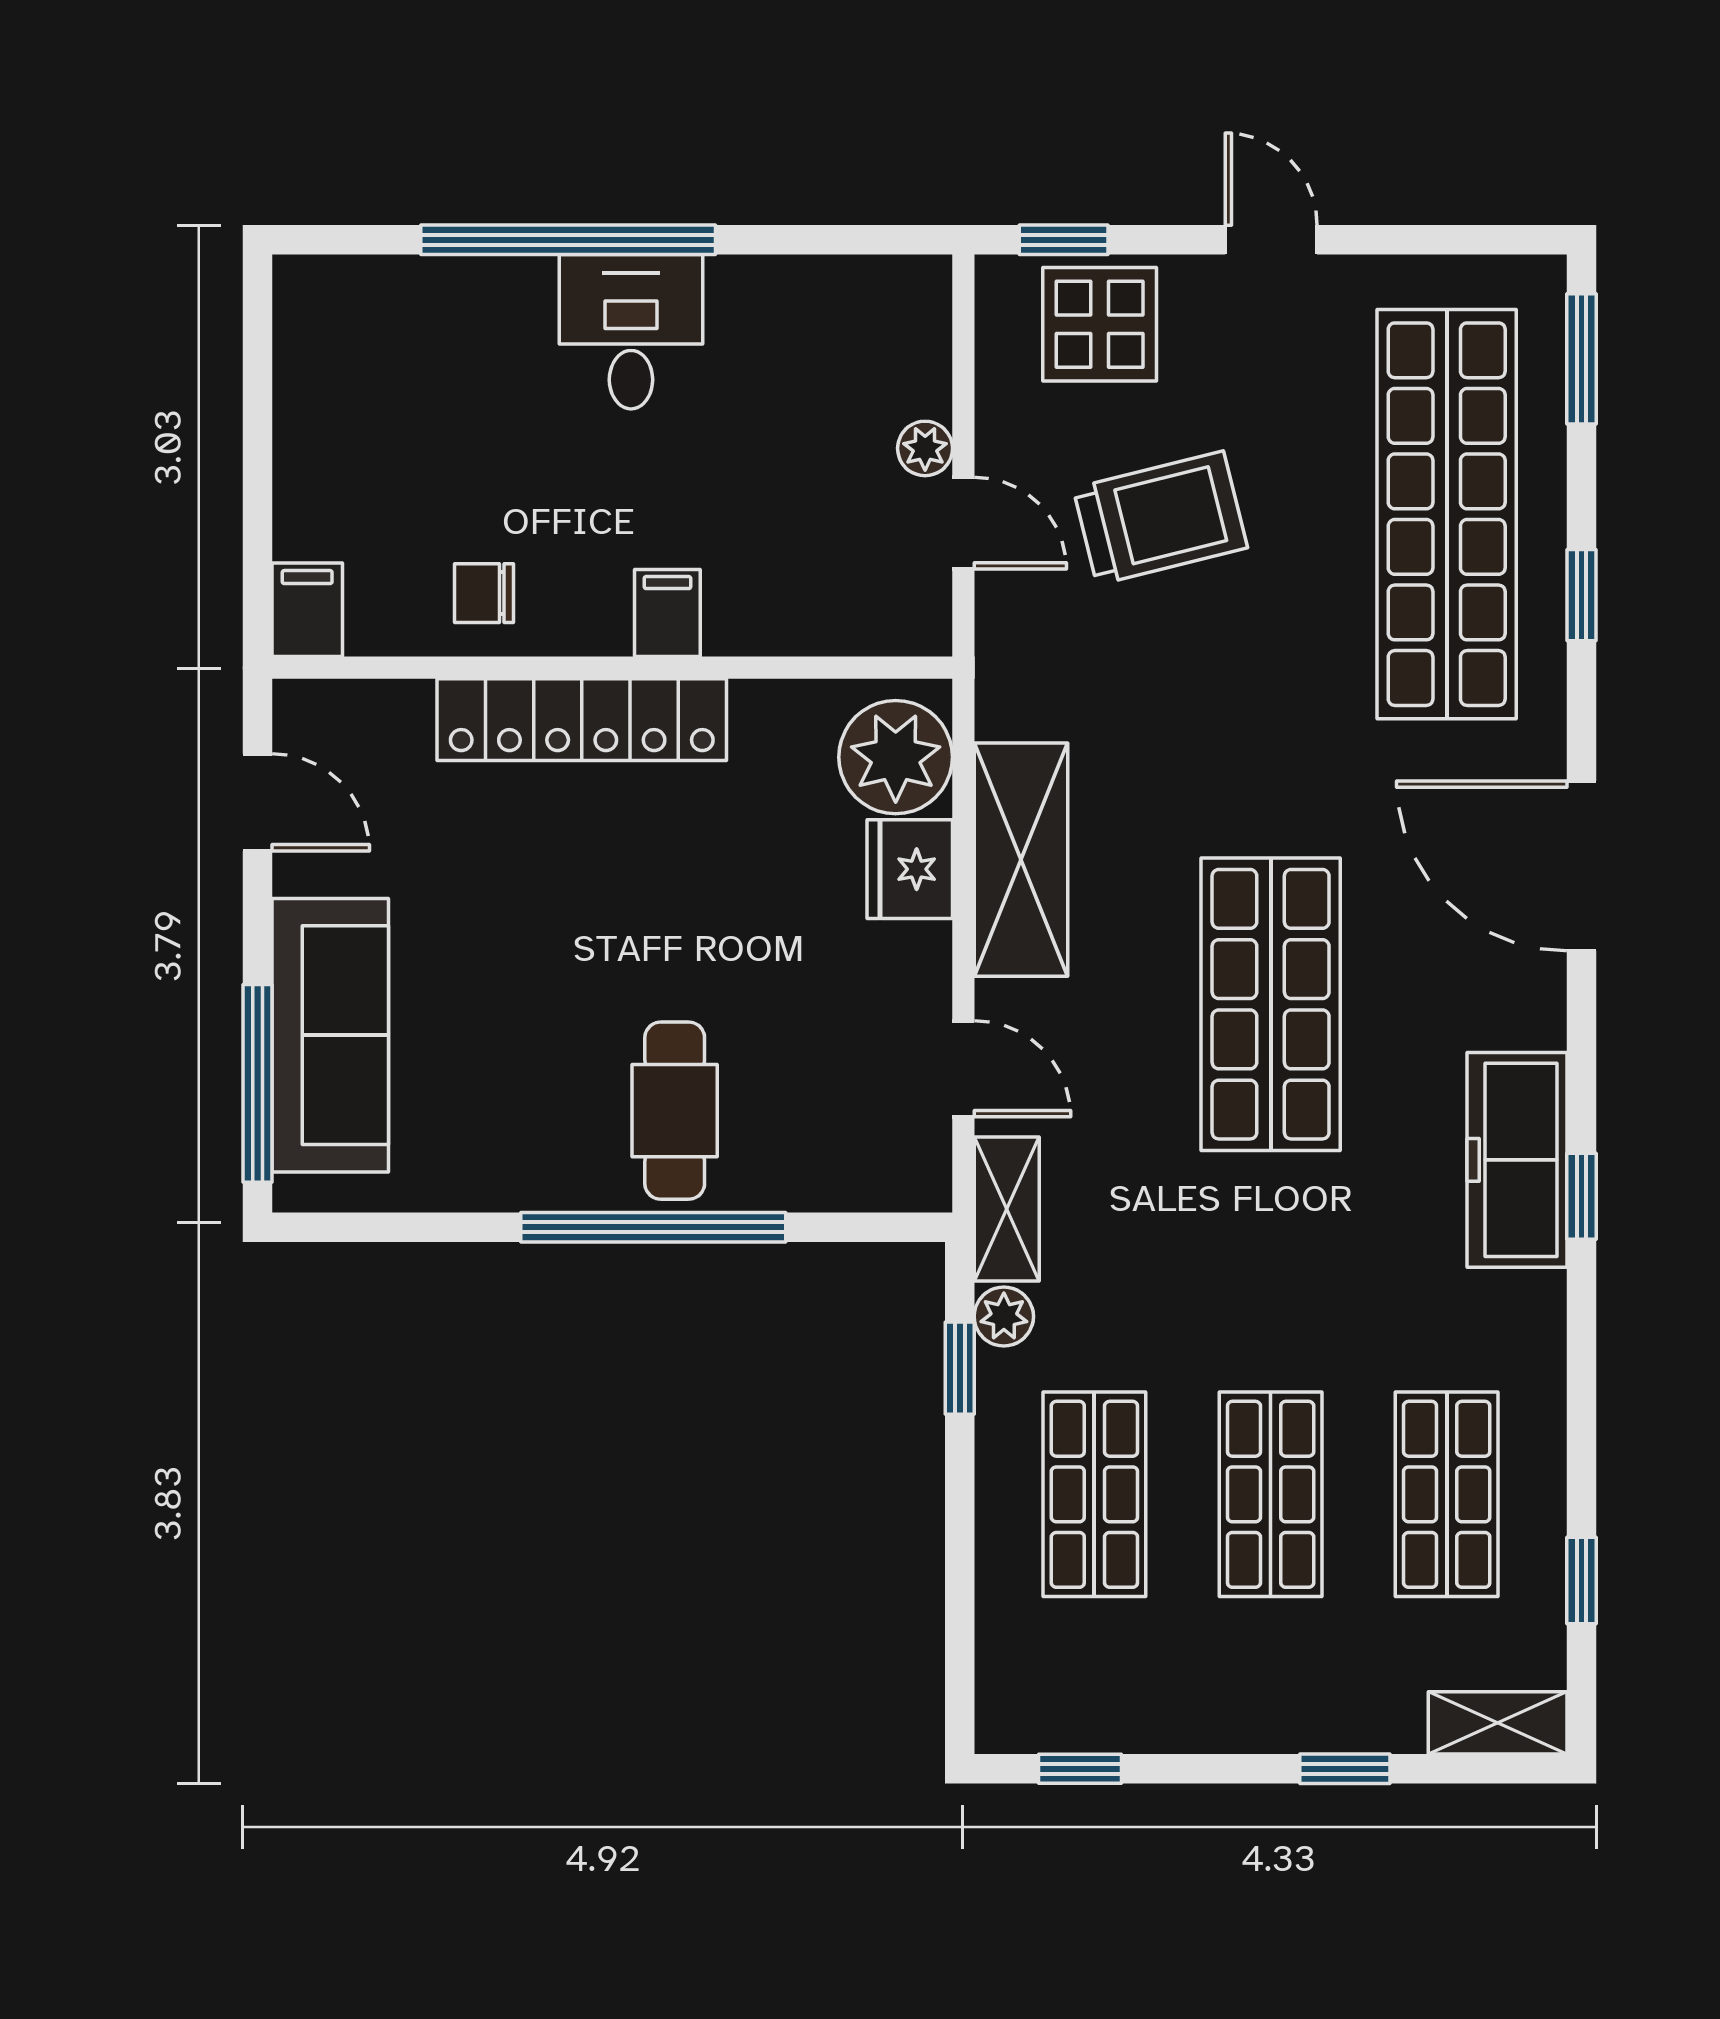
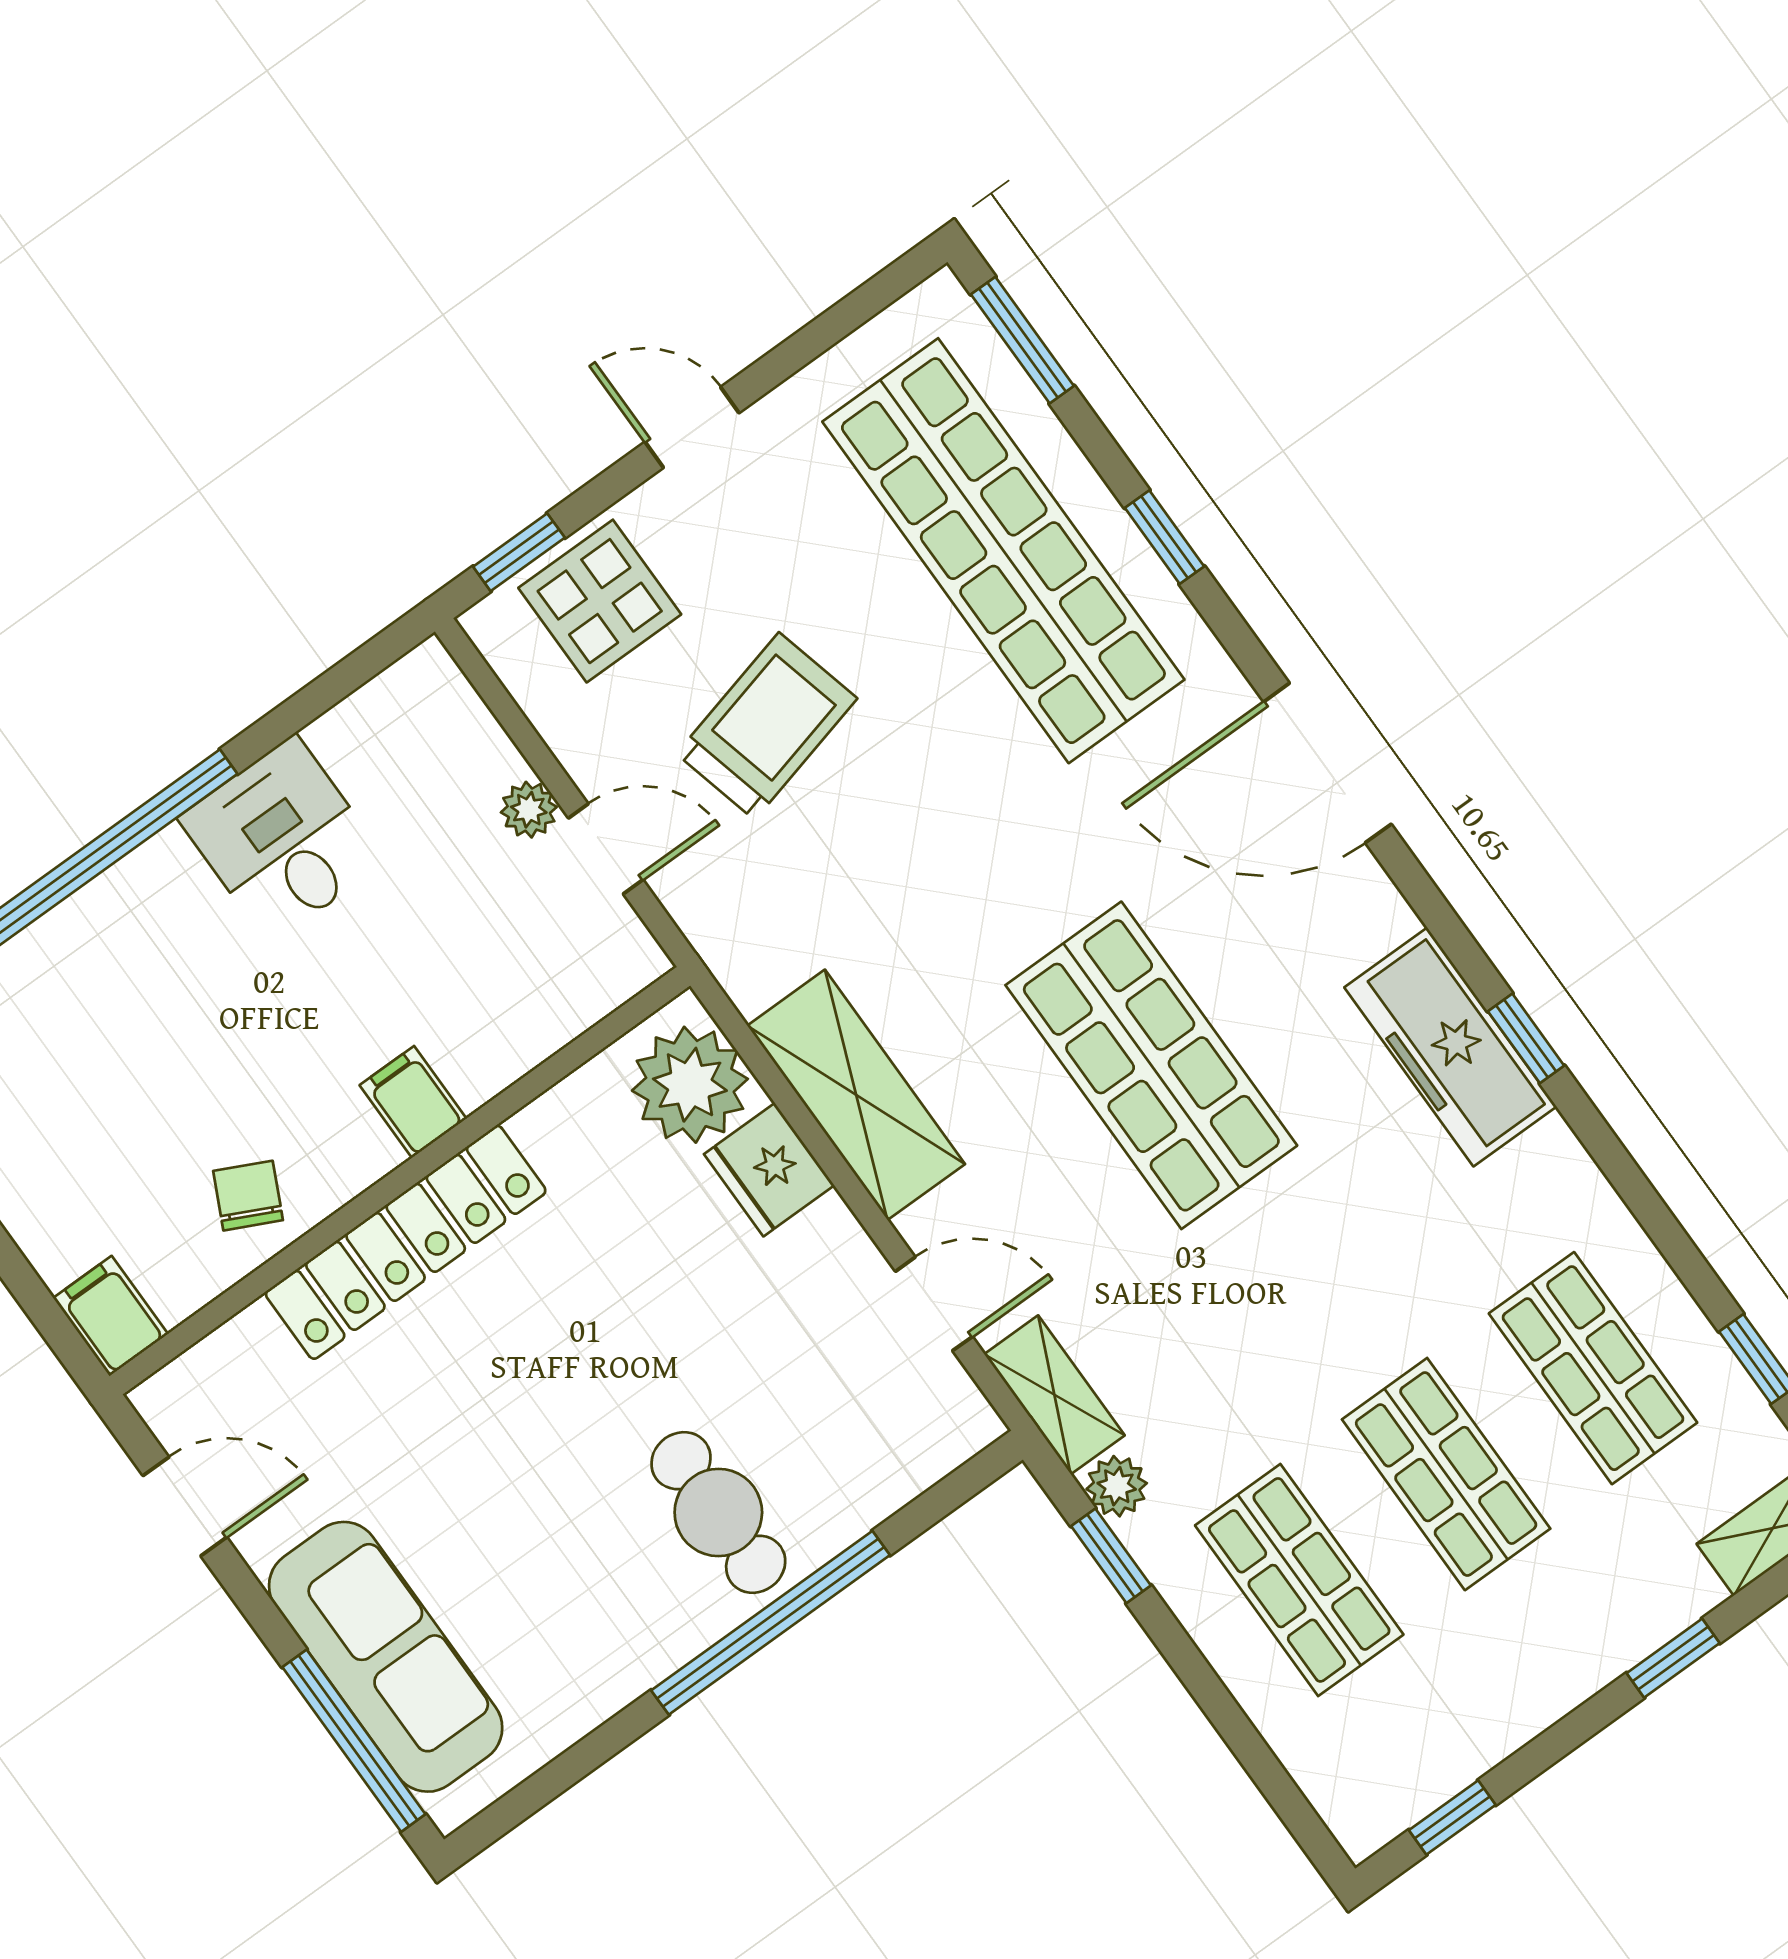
desk: (631, 332) -> (282, 839), moved
chair: (484, 593) -> (248, 1196), turned 116

